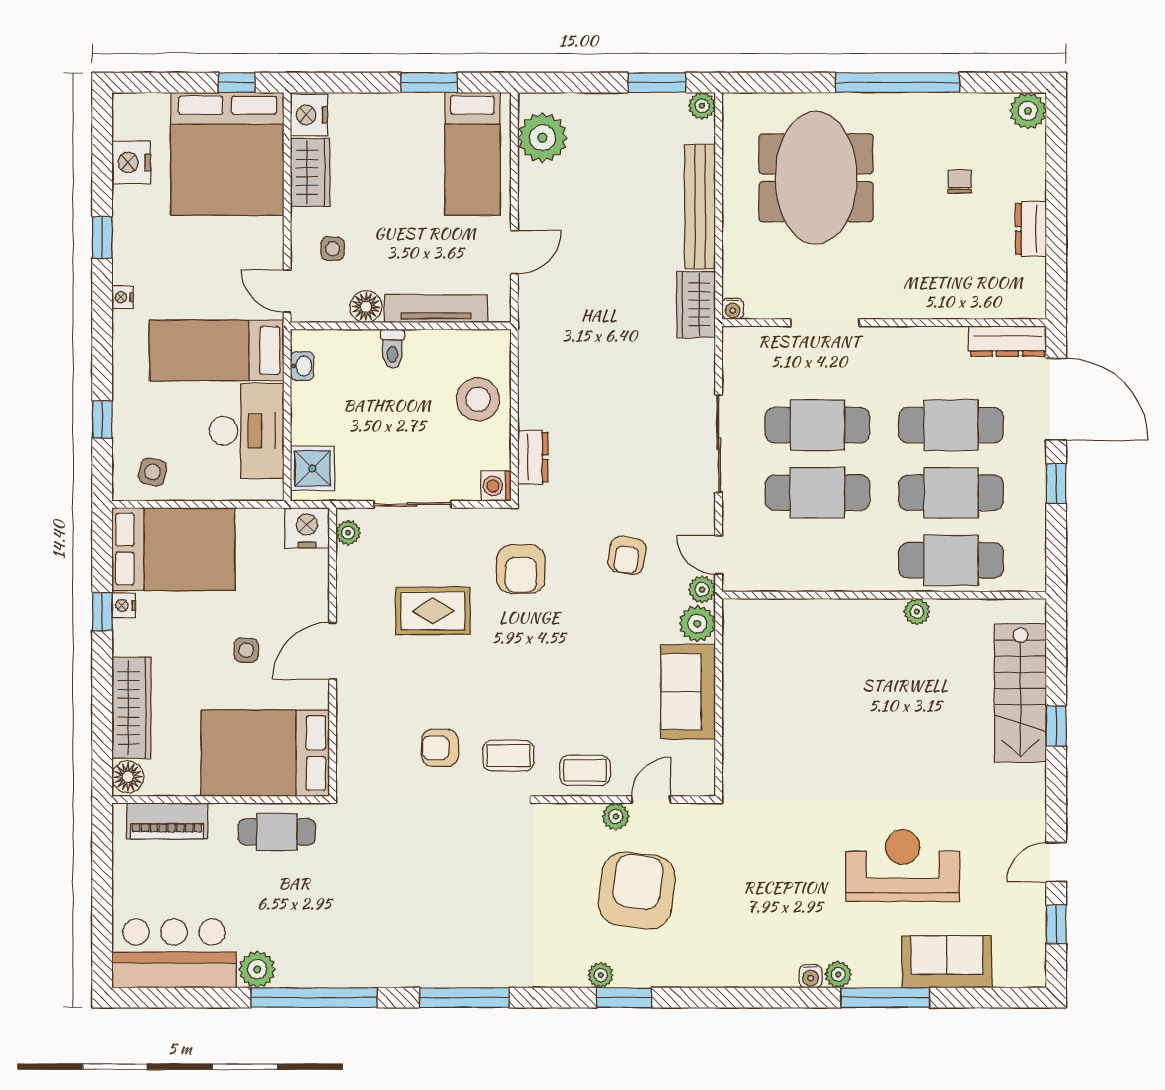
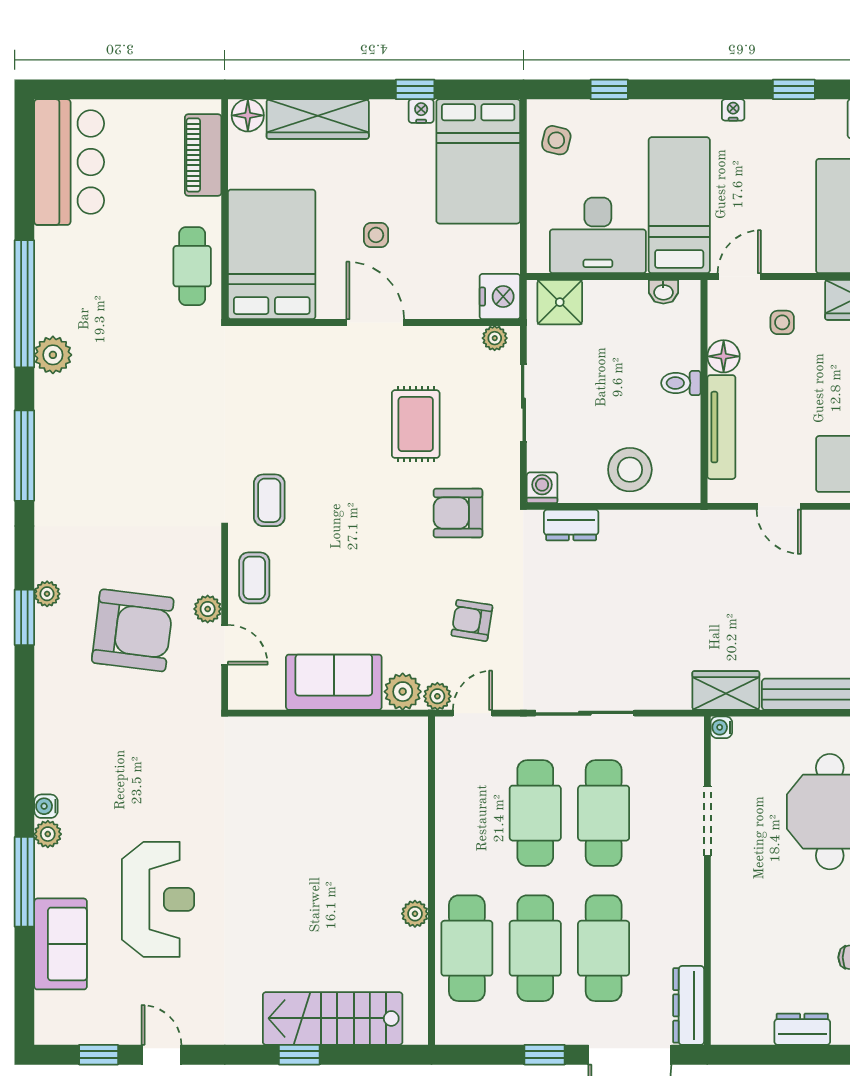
armchair: (440, 748) -> (277, 431), removed
plant: (257, 969) -> (53, 355), moved

